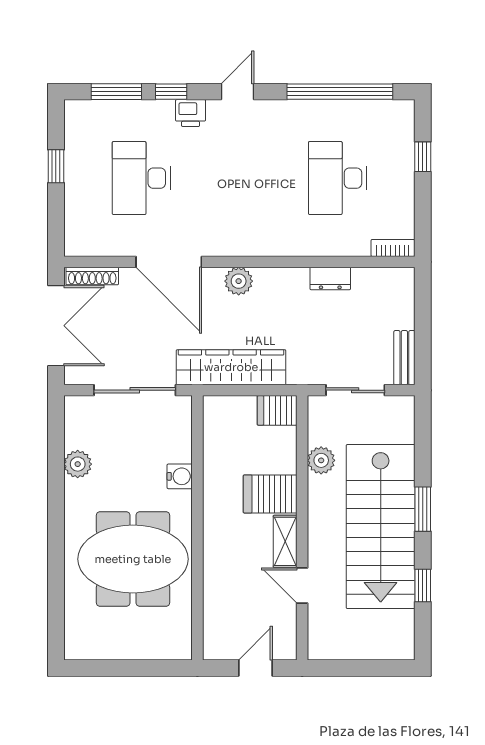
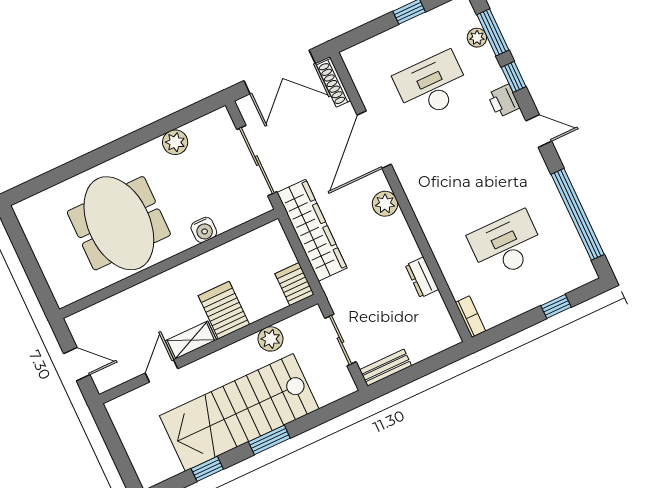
plant: (114, 110) -> (477, 38), added

